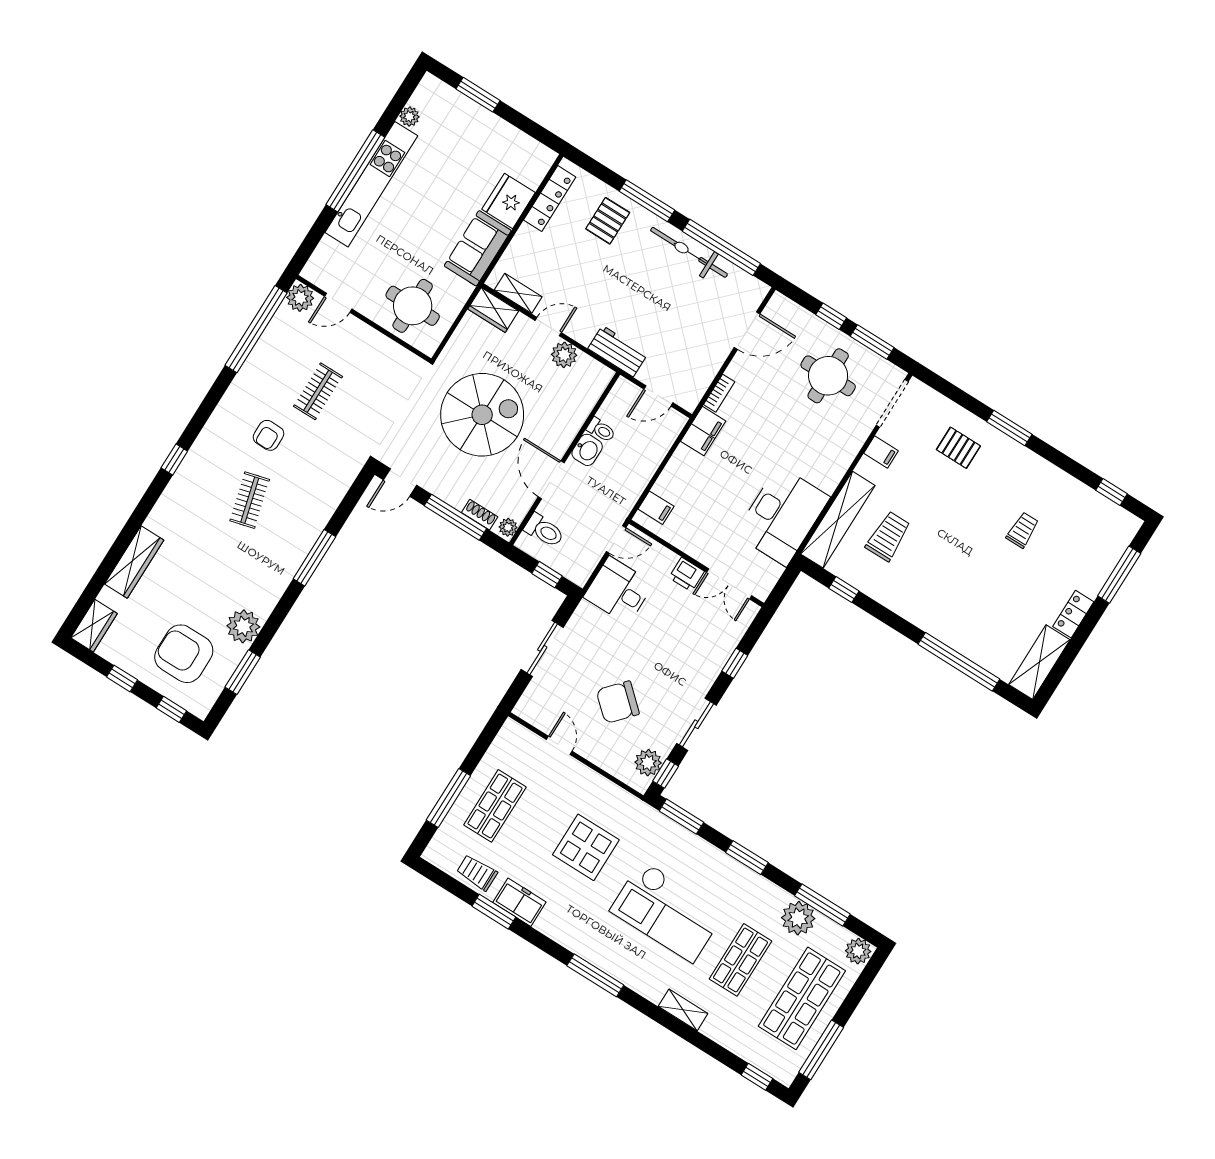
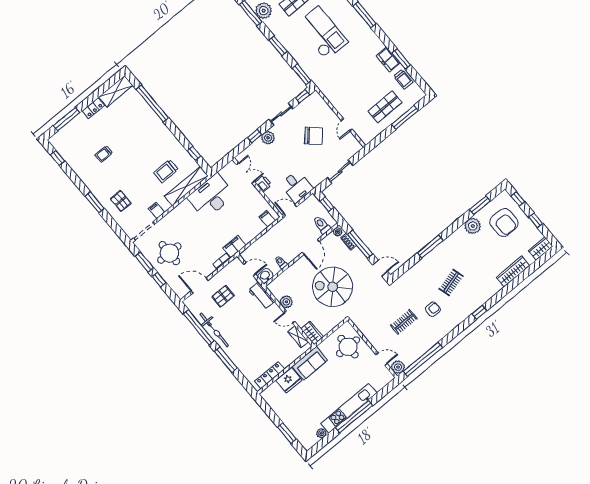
pallet: (608, 221) -> (223, 296), moved
washbasin: (587, 450) -> (265, 276), moved
plant: (648, 763) -> (268, 138), moved
display table: (586, 847) -> (350, 74), removed

